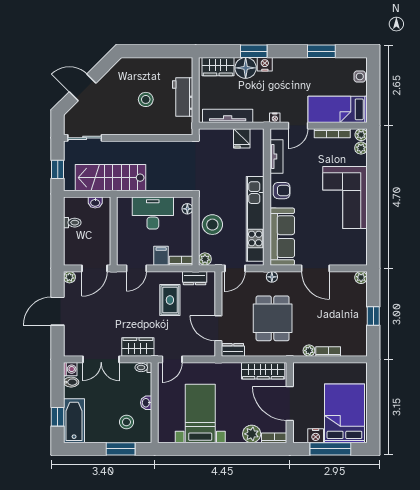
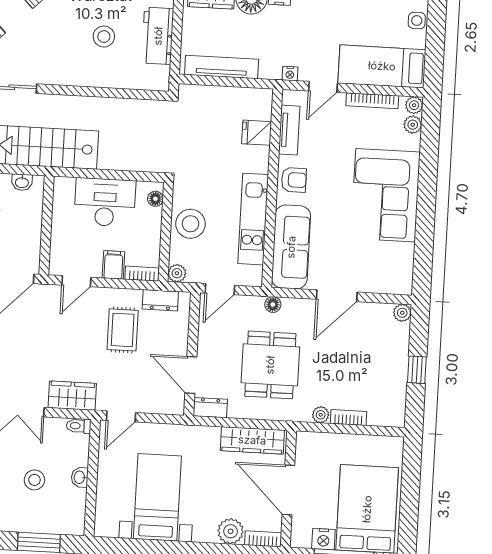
fridge: (242, 138) -> (257, 133), moved, turned 90
kitchen unit: (255, 219) -> (253, 219), width x0.73
door: (315, 268) -> (337, 296), hinge flipped
stool: (126, 422) -> (34, 480), moved

